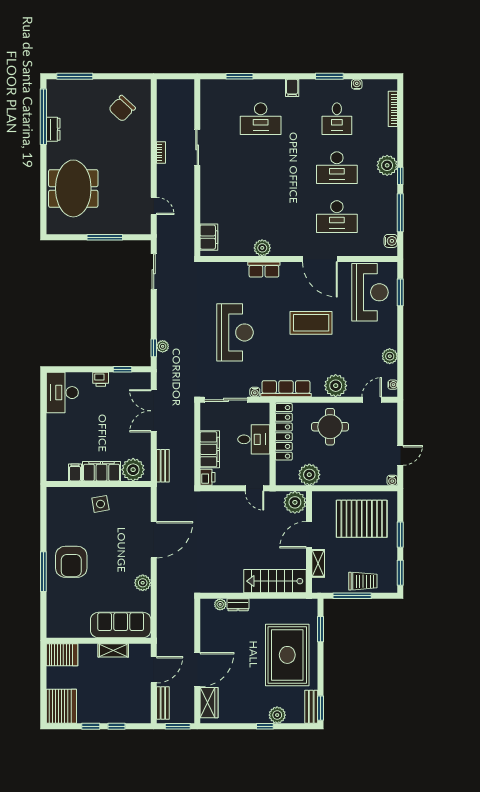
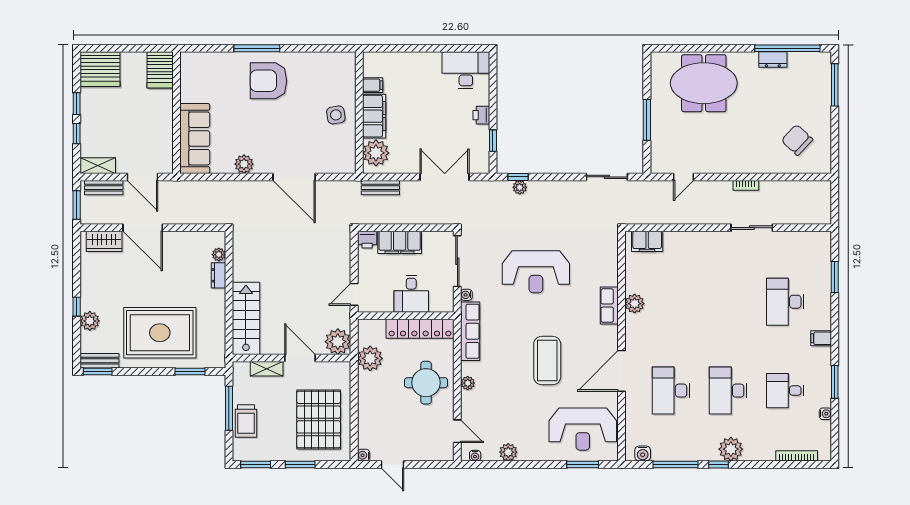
plant: (336, 386) -> (468, 383), width x0.53, depth x0.53
shelving: (113, 650) -> (98, 166), moved, turned 90

